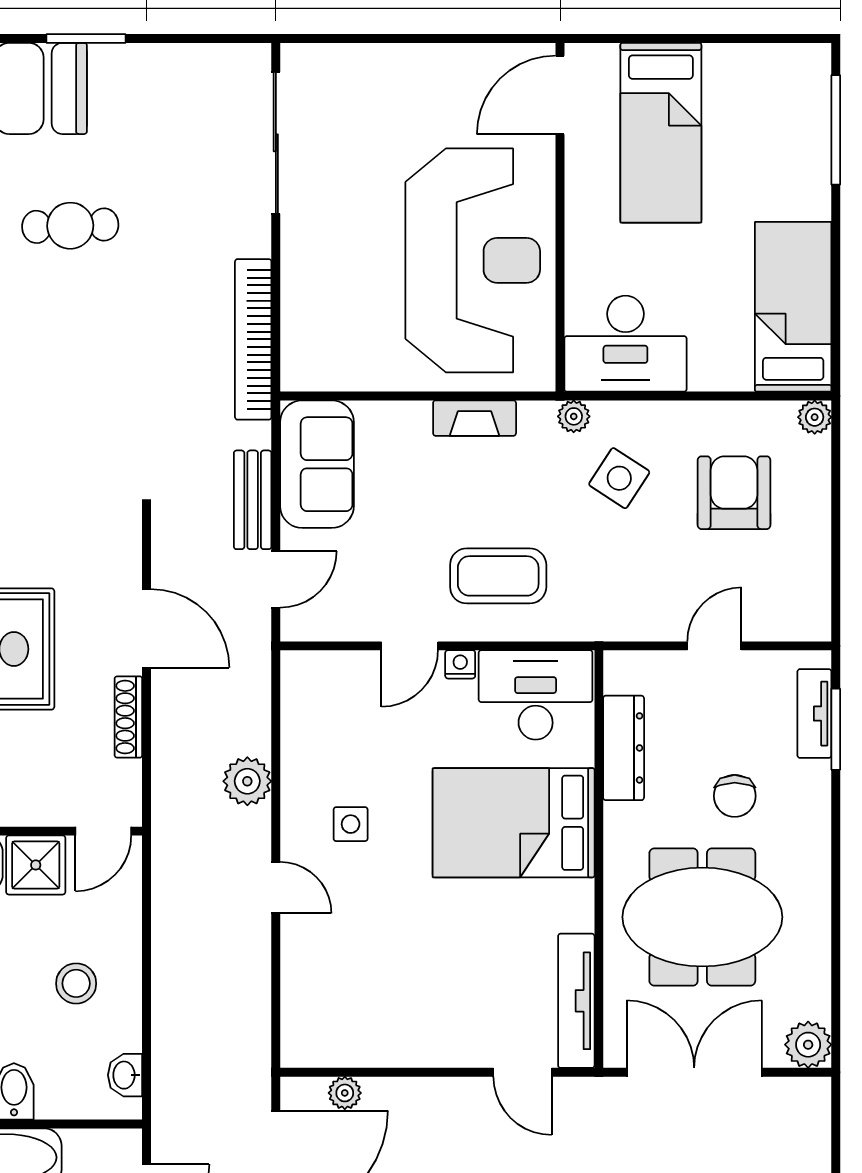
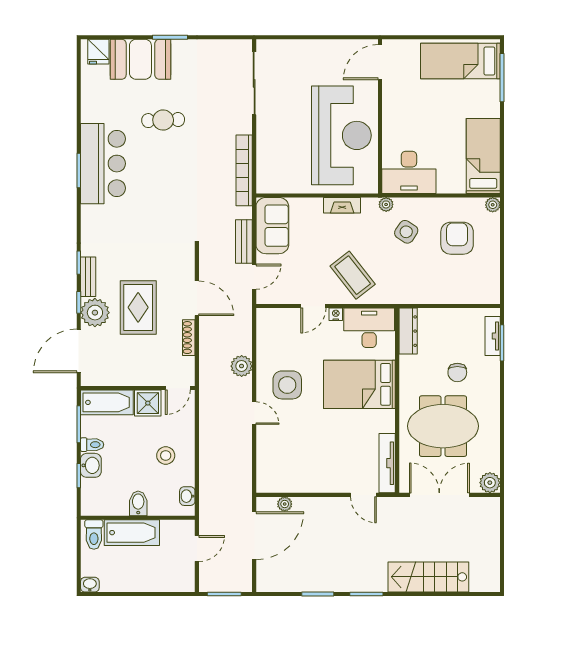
bed: (661, 133) -> (460, 61), moved, turned 90
coffee table: (498, 576) -> (353, 275), turned 52
door: (714, 646) -> (448, 306), removed
dresser: (624, 748) -> (408, 331), moved
side table: (351, 824) -> (287, 385), width x1.87, depth x1.87

